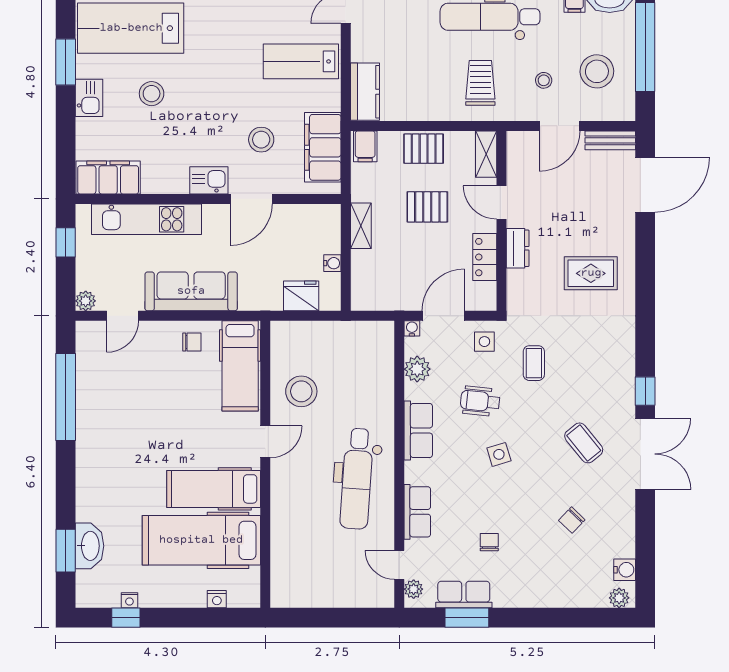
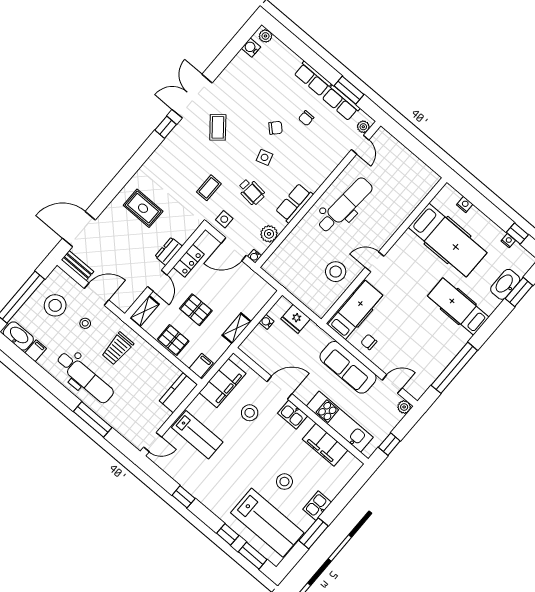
filing cabinet: (108, 177) -> (325, 445), moved
hospital bed: (214, 489) -> (458, 307), moved, turned 180
row of seats: (417, 512) -> (313, 79), moved, turned -90
chair: (572, 520) -> (275, 128), moved

